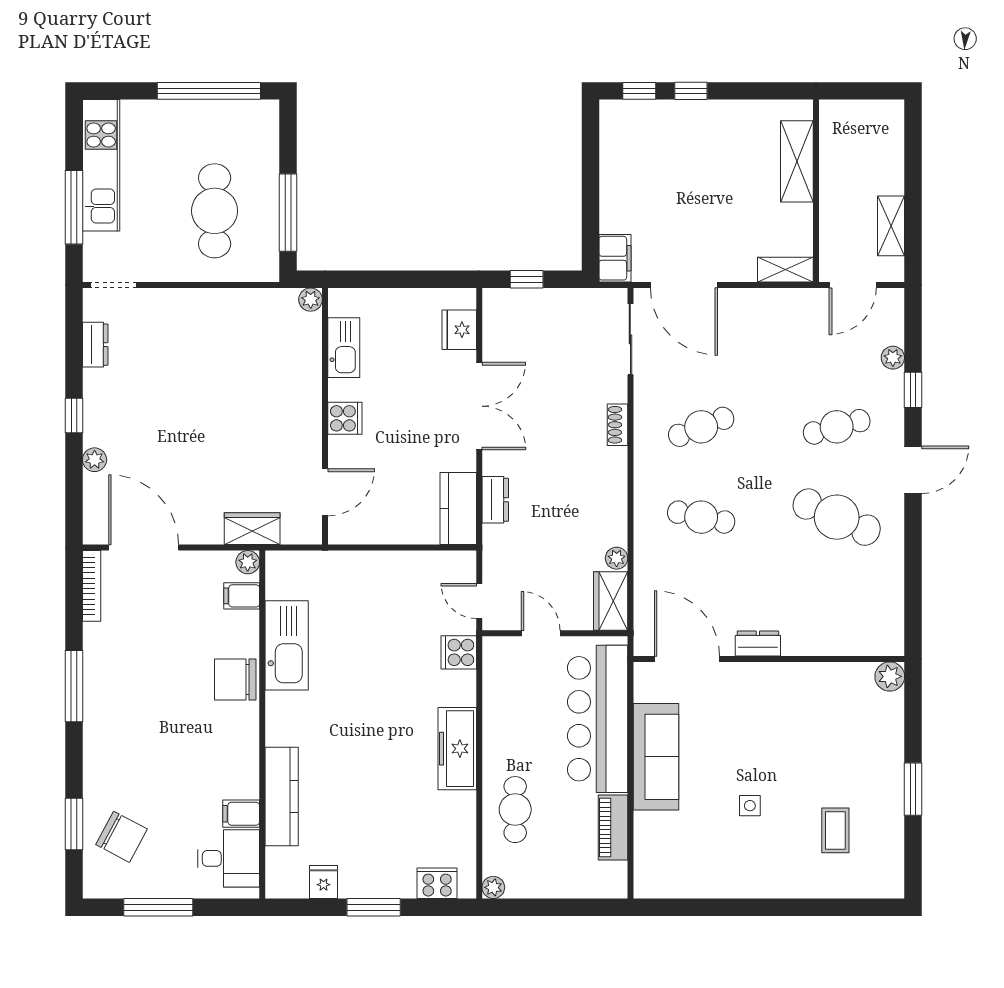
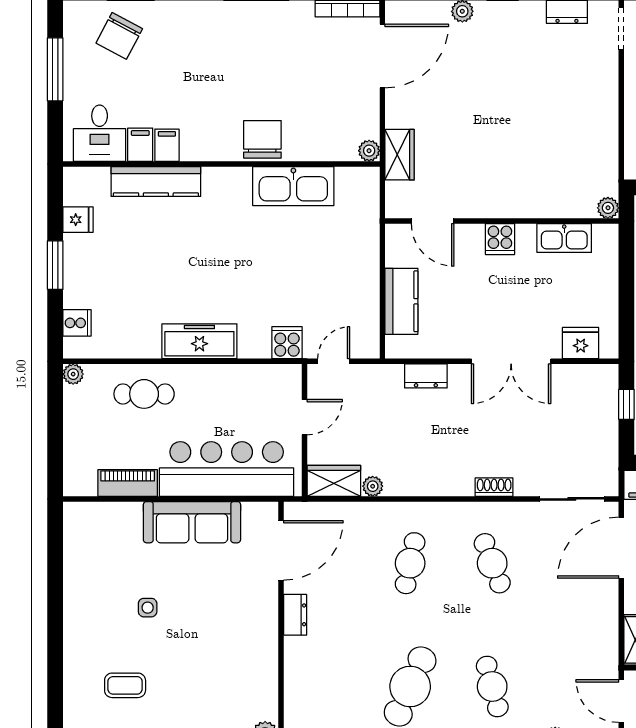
kitchen counter: (458, 508) -> (401, 301), moved, turned 90
filing cabinet: (242, 596) -> (167, 145), moved
cooker: (437, 883) -> (77, 323), width x0.73

